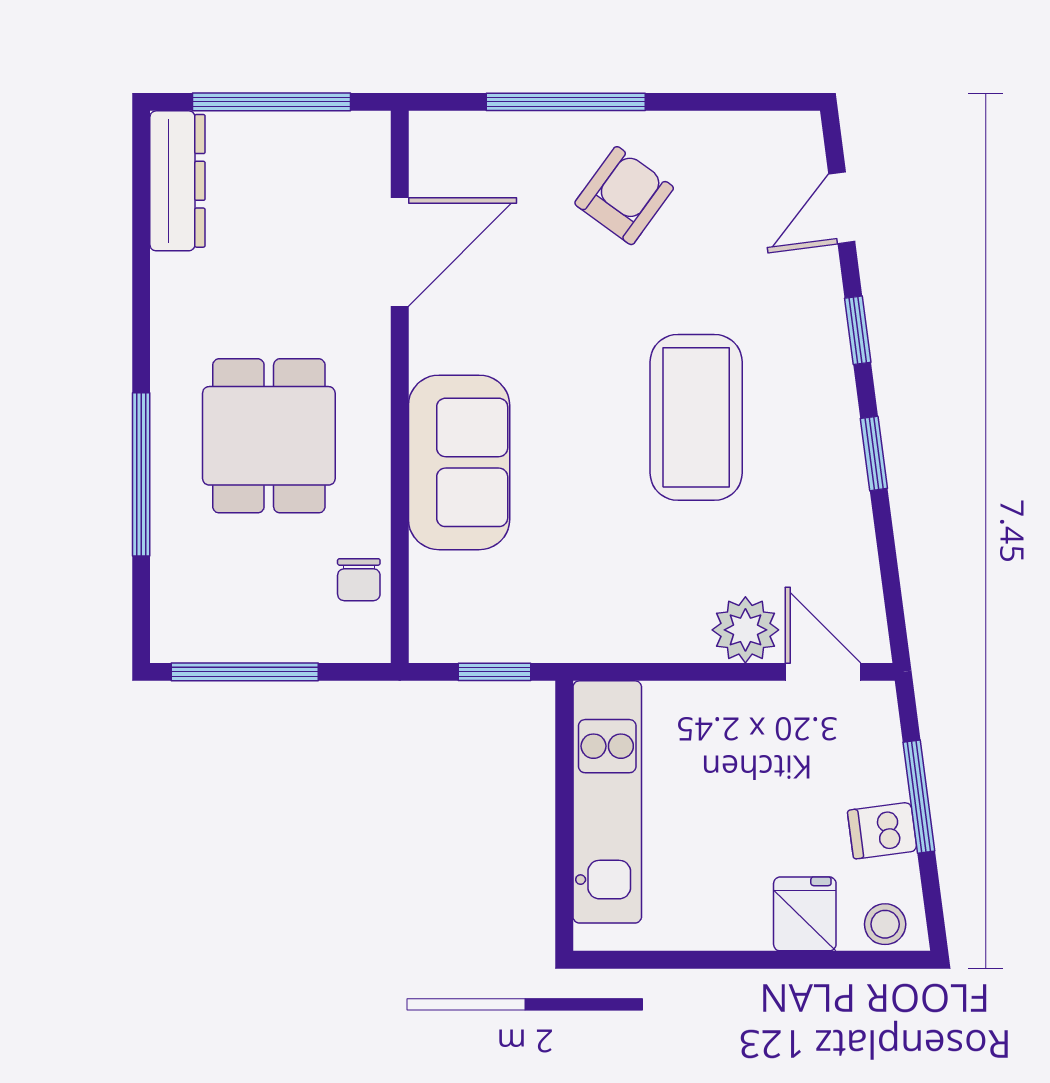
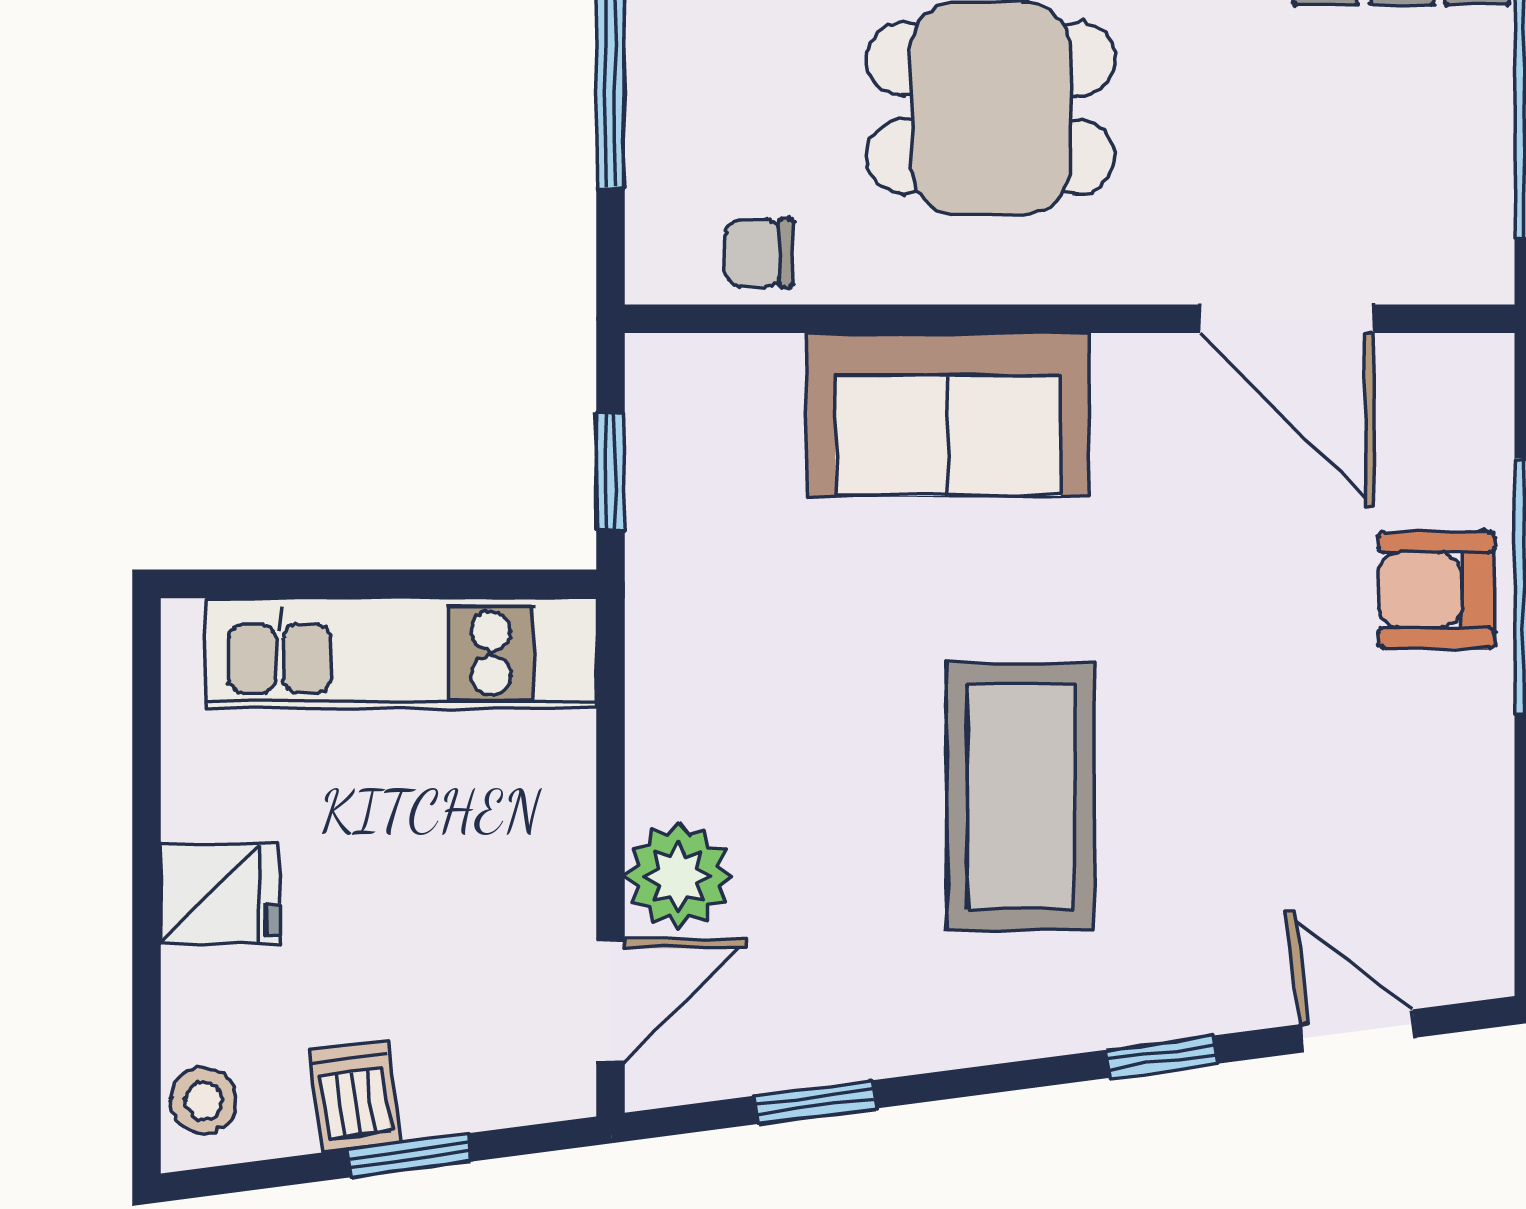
armchair: (624, 196) -> (1436, 590), moved, turned 144
coffee table: (696, 417) -> (1021, 796), turned 90
window: (874, 453) -> (815, 1102), moved
window: (919, 797) -> (410, 1155), width x0.67
fridge: (805, 914) -> (220, 894), moved

